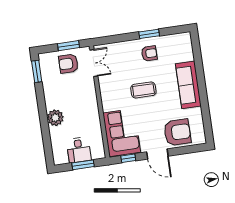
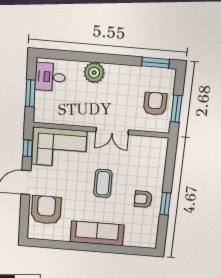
armchair: (149, 53) -> (143, 199), turned 90
double door: (94, 63) -> (112, 131), moved
armchair: (177, 132) -> (46, 210), turned 180
desk: (79, 150) -> (50, 77), moved

